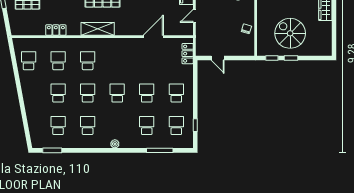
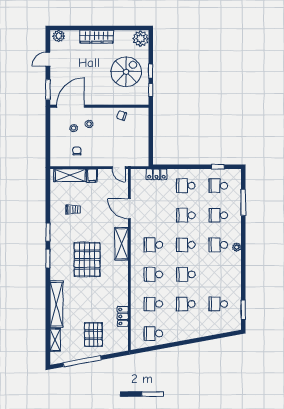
door: (194, 16) -> (119, 168), moved
shelving: (98, 29) -> (122, 244), moved
locker: (56, 30) -> (123, 316), moved
spiral stairs: (290, 33) -> (126, 72), turned 180
plant: (323, 48) -> (141, 39), added
locker: (188, 54) -> (156, 174), moved
door: (218, 58) -> (151, 144), removed
school desk: (117, 61) -> (153, 245), added
school desk: (88, 126) -> (218, 245), moved

